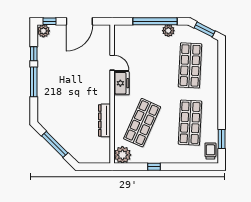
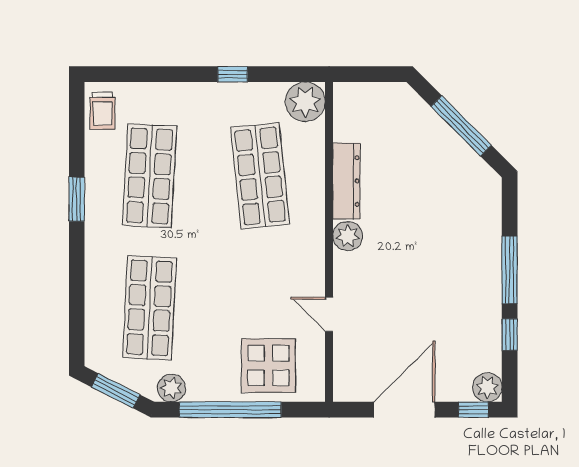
plant: (168, 31) -> (171, 388), moved
display table: (138, 40) -> (268, 366), added
freezer: (121, 83) -> (308, 267), removed
plant: (104, 97) -> (348, 236), added
shop shelf: (142, 123) -> (260, 176), turned -30
window: (222, 139) -> (77, 199), moved

